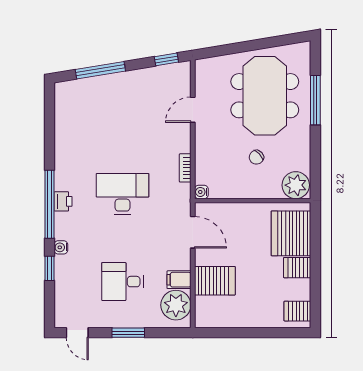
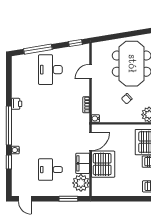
desk: (122, 194) -> (50, 70), moved, turned -90
printer: (63, 201) -> (17, 104), moved
door: (193, 232) -> (91, 141), hinge flipped
filing cabinet: (179, 280) -> (83, 163), width x2.00
server rack: (215, 281) -> (103, 164), width x1.60
window: (128, 333) -> (68, 199), moved

